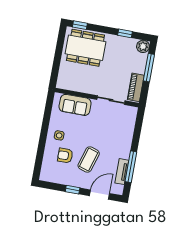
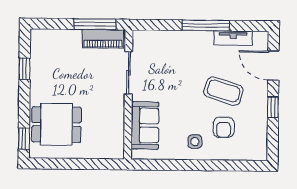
plant: (143, 46) -> (40, 38), removed
dining table: (85, 48) -> (56, 124), width x0.73
window: (149, 68) -> (95, 24), moved
window: (131, 167) -> (206, 25), moved

